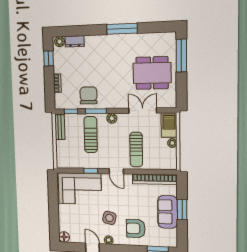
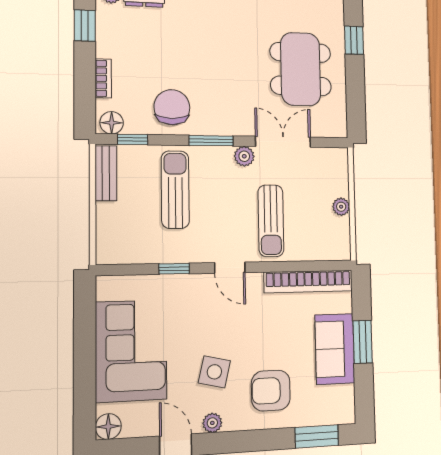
window: (181, 56) -> (354, 40), width x0.46
dining table: (152, 73) -> (301, 69), turned 90
floor lamp: (62, 104) -> (112, 123), added
window: (96, 111) -> (211, 141), moved
plant: (112, 118) -> (244, 156), moved
barbecue: (169, 126) -> (334, 173), removed
corner sofa: (80, 189) -> (131, 351), moved, turned -90

